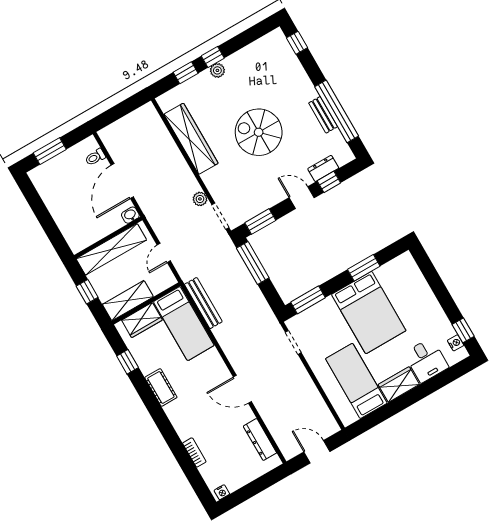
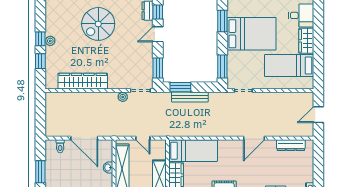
spiral stairs: (259, 132) -> (98, 24), moved
washbasin: (130, 215) -> (108, 167), moved
window: (253, 263) -> (180, 87), width x0.69
bench: (203, 303) -> (190, 97), moved

